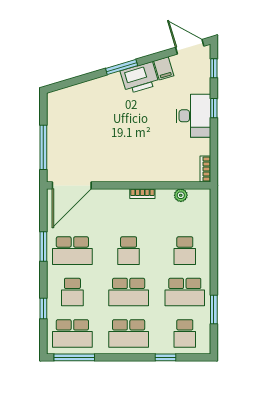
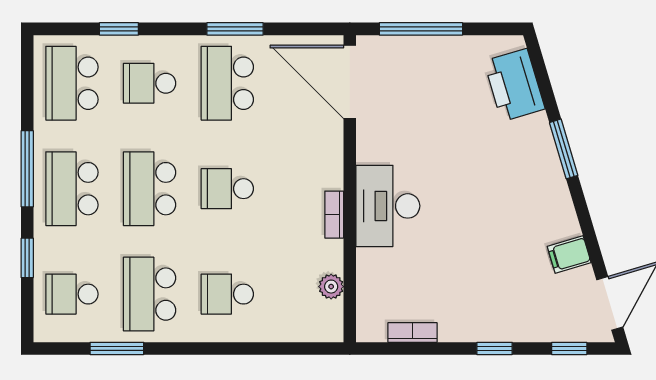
window: (122, 67) -> (564, 149), moved
printer: (140, 78) -> (514, 85), moved
desk: (193, 116) -> (388, 206), moved, turned 90
bookcase: (205, 169) -> (413, 332), moved
window: (74, 357) -> (27, 169), moved

